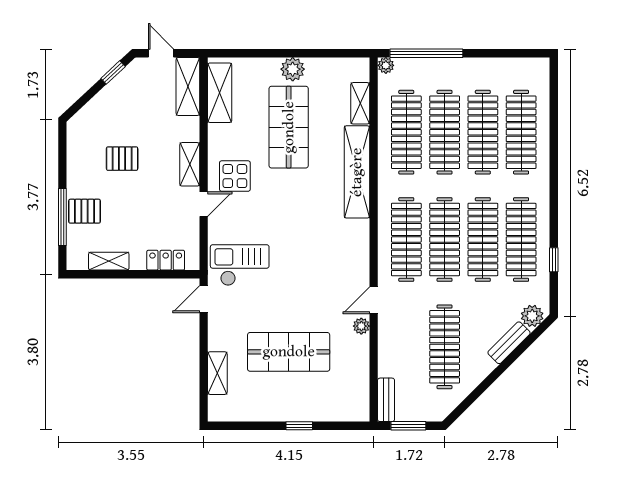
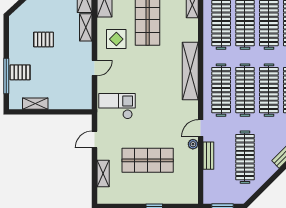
shelving: (190, 164) -> (86, 27), moved
shelving: (357, 172) -> (190, 71), moved
display table: (235, 176) -> (116, 39), moved
locker: (166, 260) -> (71, 103), removed
door: (204, 299) -> (95, 140), moved
bench: (386, 400) -> (208, 156), moved

